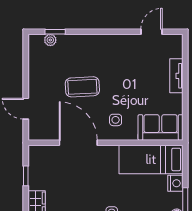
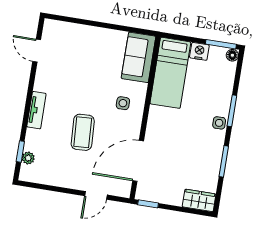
tv unit: (176, 76) -> (36, 110), moved, turned -90
door: (78, 143) -> (138, 161), moved
window: (26, 176) -> (148, 204), moved

